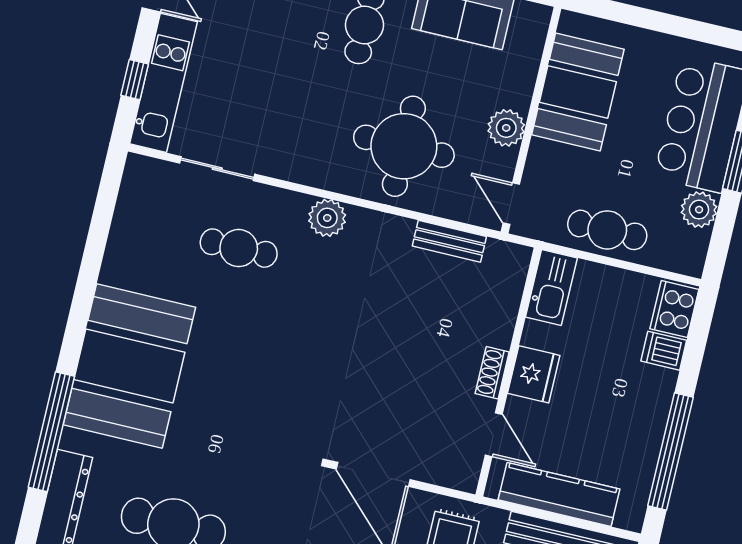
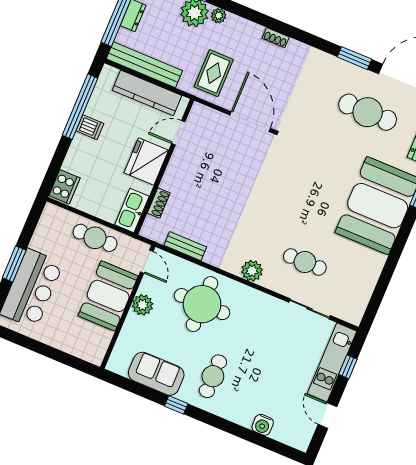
booth: (578, 92) -> (108, 296), moved
plant: (699, 210) -> (41, 241), removed
dishwasher: (664, 351) -> (90, 127), moved
shoe rack: (492, 373) -> (159, 203), moved
fridge: (534, 374) -> (146, 162), width x1.36, depth x1.34
door: (494, 435) -> (178, 133), hinge flipped

